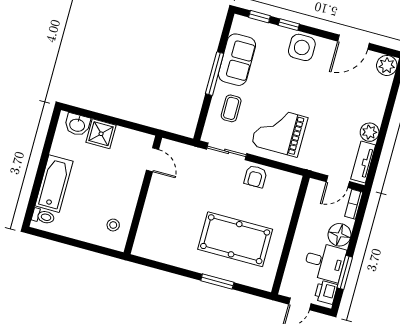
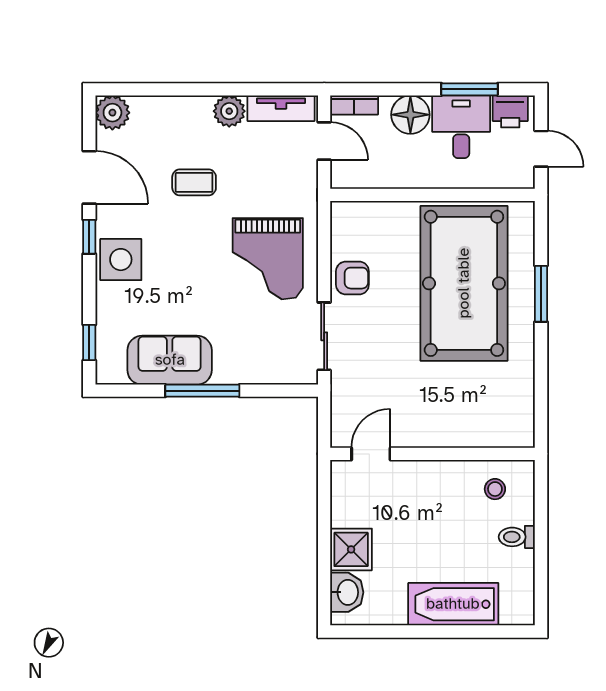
window: (289, 25) -> (89, 237), moved
coffee table: (231, 108) -> (194, 182), moved
toilet: (43, 216) -> (517, 537), moved, turned -90
pool table: (235, 239) -> (464, 283), width x1.36, depth x1.32

